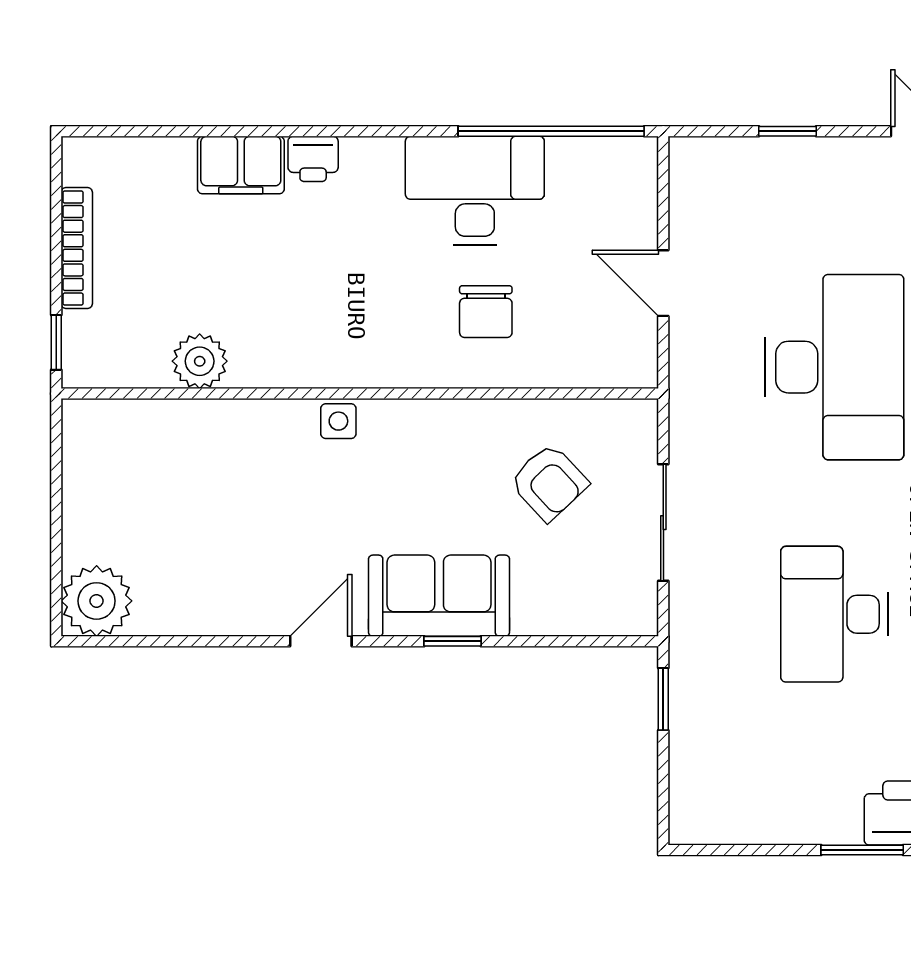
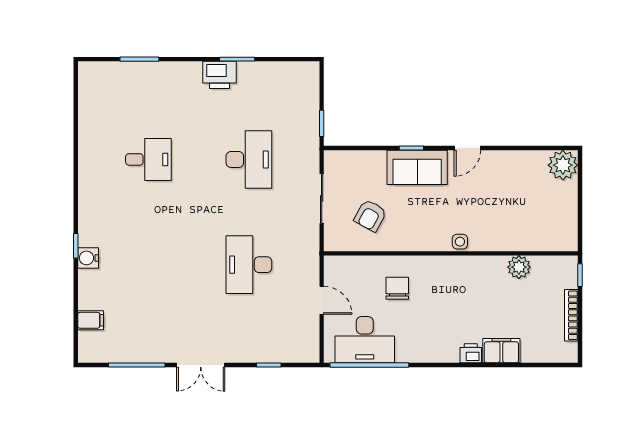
desk: (475, 191) -> (365, 340), moved
desk: (834, 367) -> (249, 265), width x0.73, depth x0.77
armchair: (549, 482) -> (370, 216), turned -108

